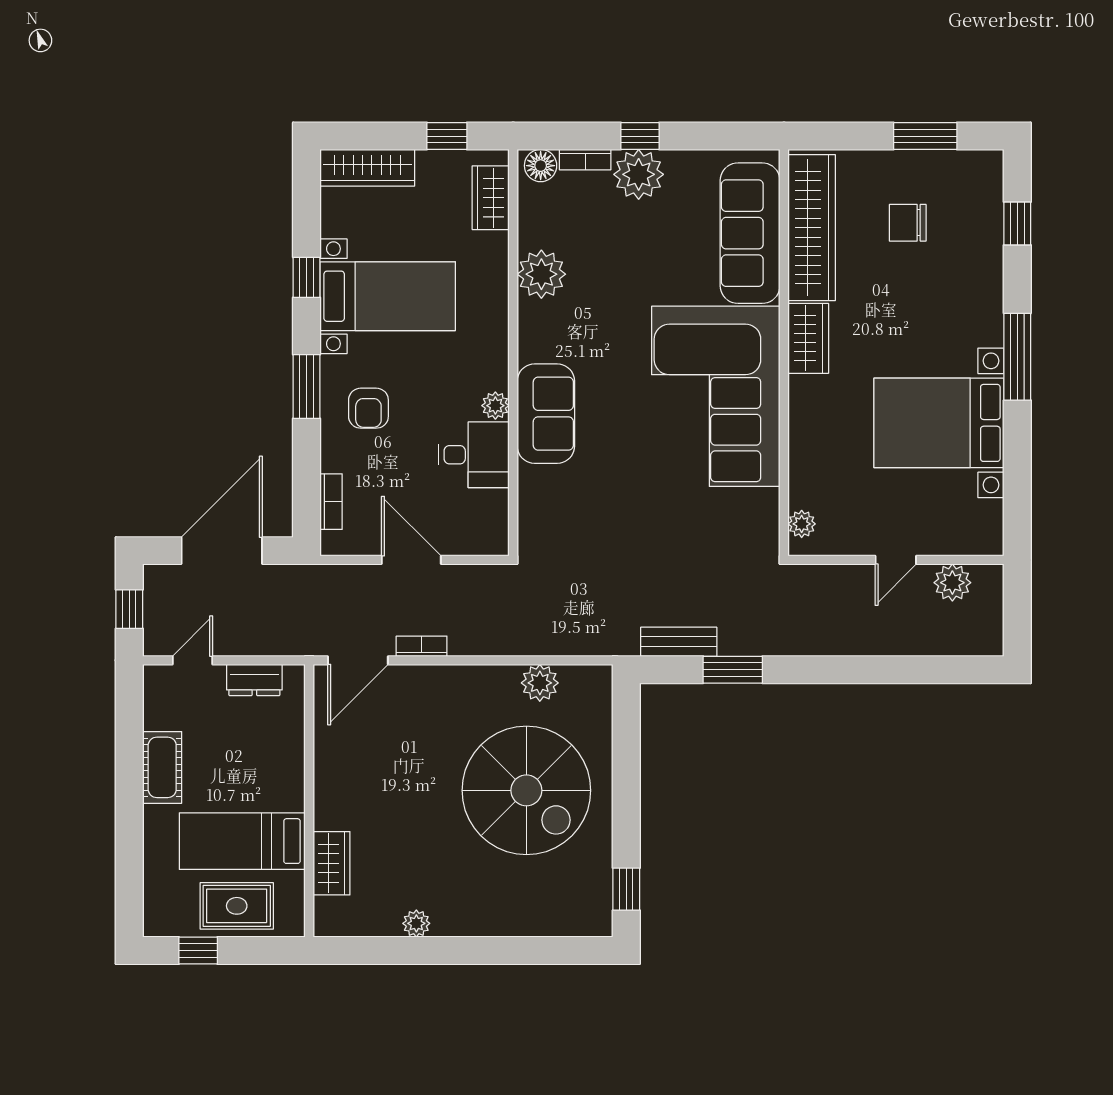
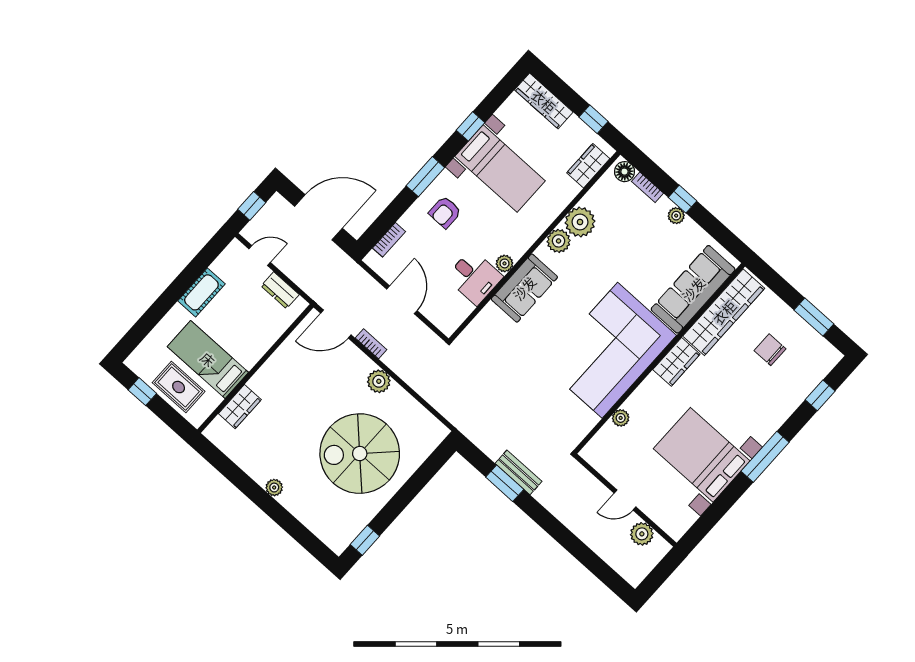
plant: (639, 174) -> (676, 216), width x0.53, depth x0.53
plant: (536, 320) -> (559, 241), added
plant: (802, 524) -> (621, 418), moved
bench: (679, 642) -> (518, 472), moved
plant: (540, 683) -> (379, 381), moved
spiral stairs: (526, 790) -> (360, 454), turned 90
plant: (416, 923) -> (274, 488), moved

